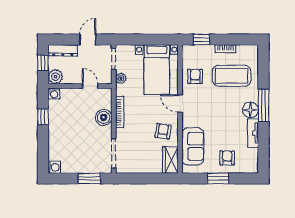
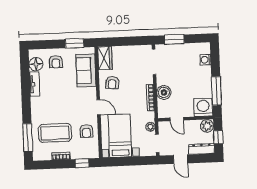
door: (88, 39) -> (180, 159), hinge flipped
washing machine: (54, 93) -> (203, 107), width x1.89, depth x1.89
window: (263, 105) -> (28, 138), moved
floor lamp: (250, 110) -> (36, 64), moved
window: (43, 117) -> (216, 91), width x2.17
washing machine: (54, 167) -> (205, 60), moved
window: (218, 178) -> (74, 43), moved

